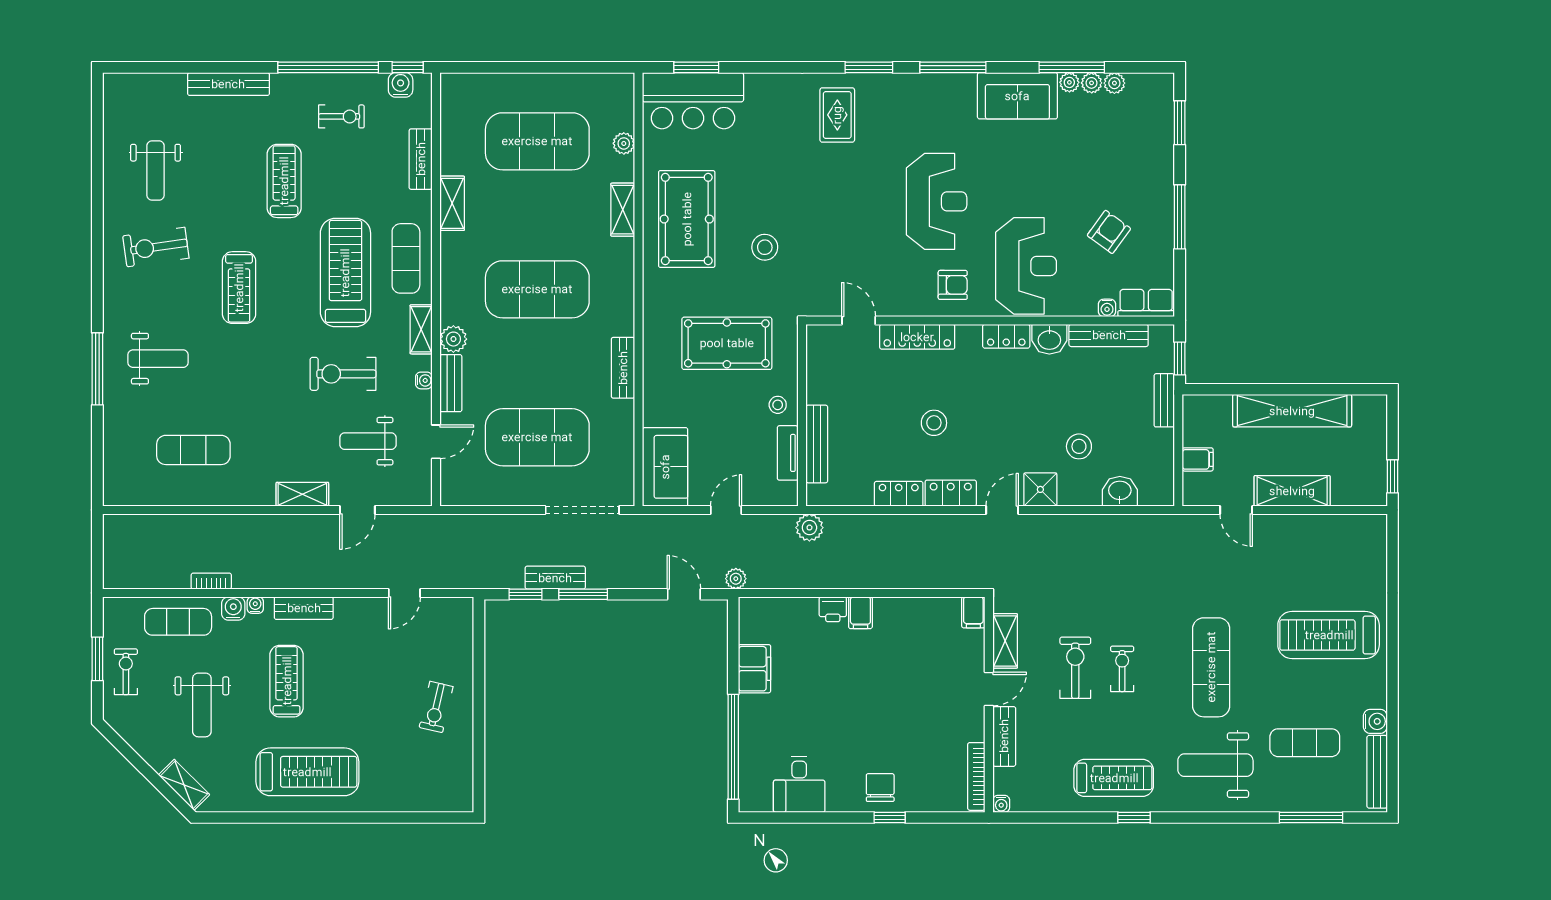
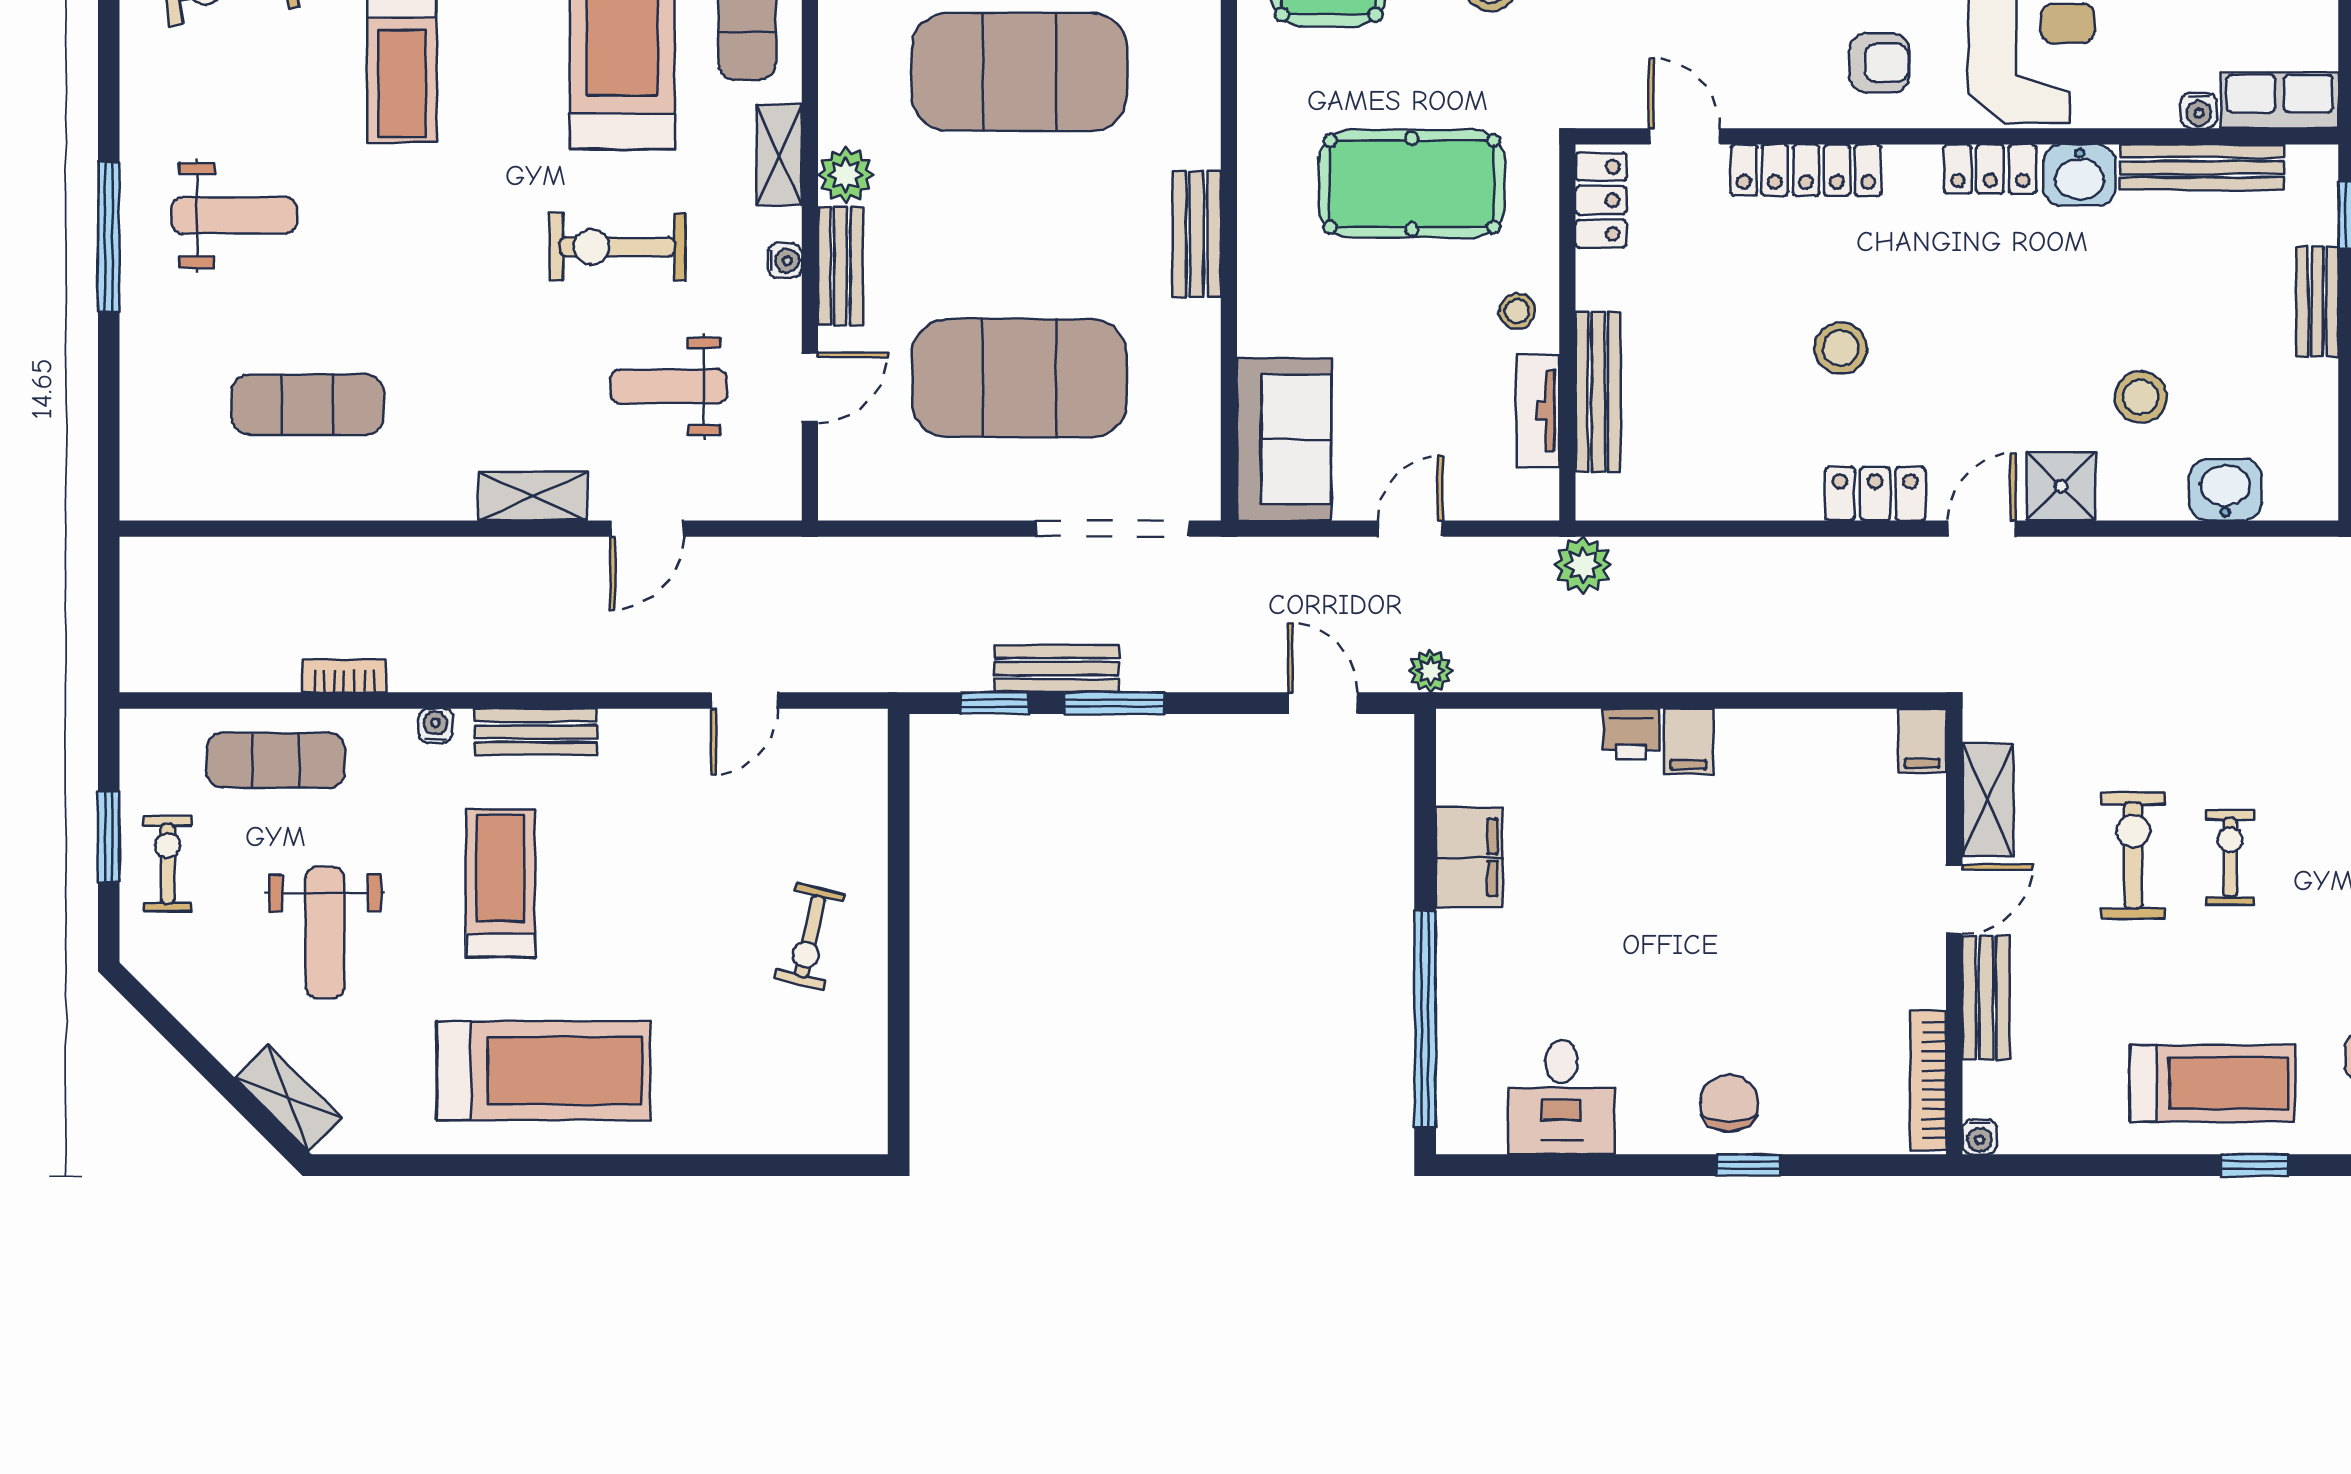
locker: (899, 494) -> (1601, 200), moved, turned 90
water cooler: (233, 609) -> (390, 733), removed

